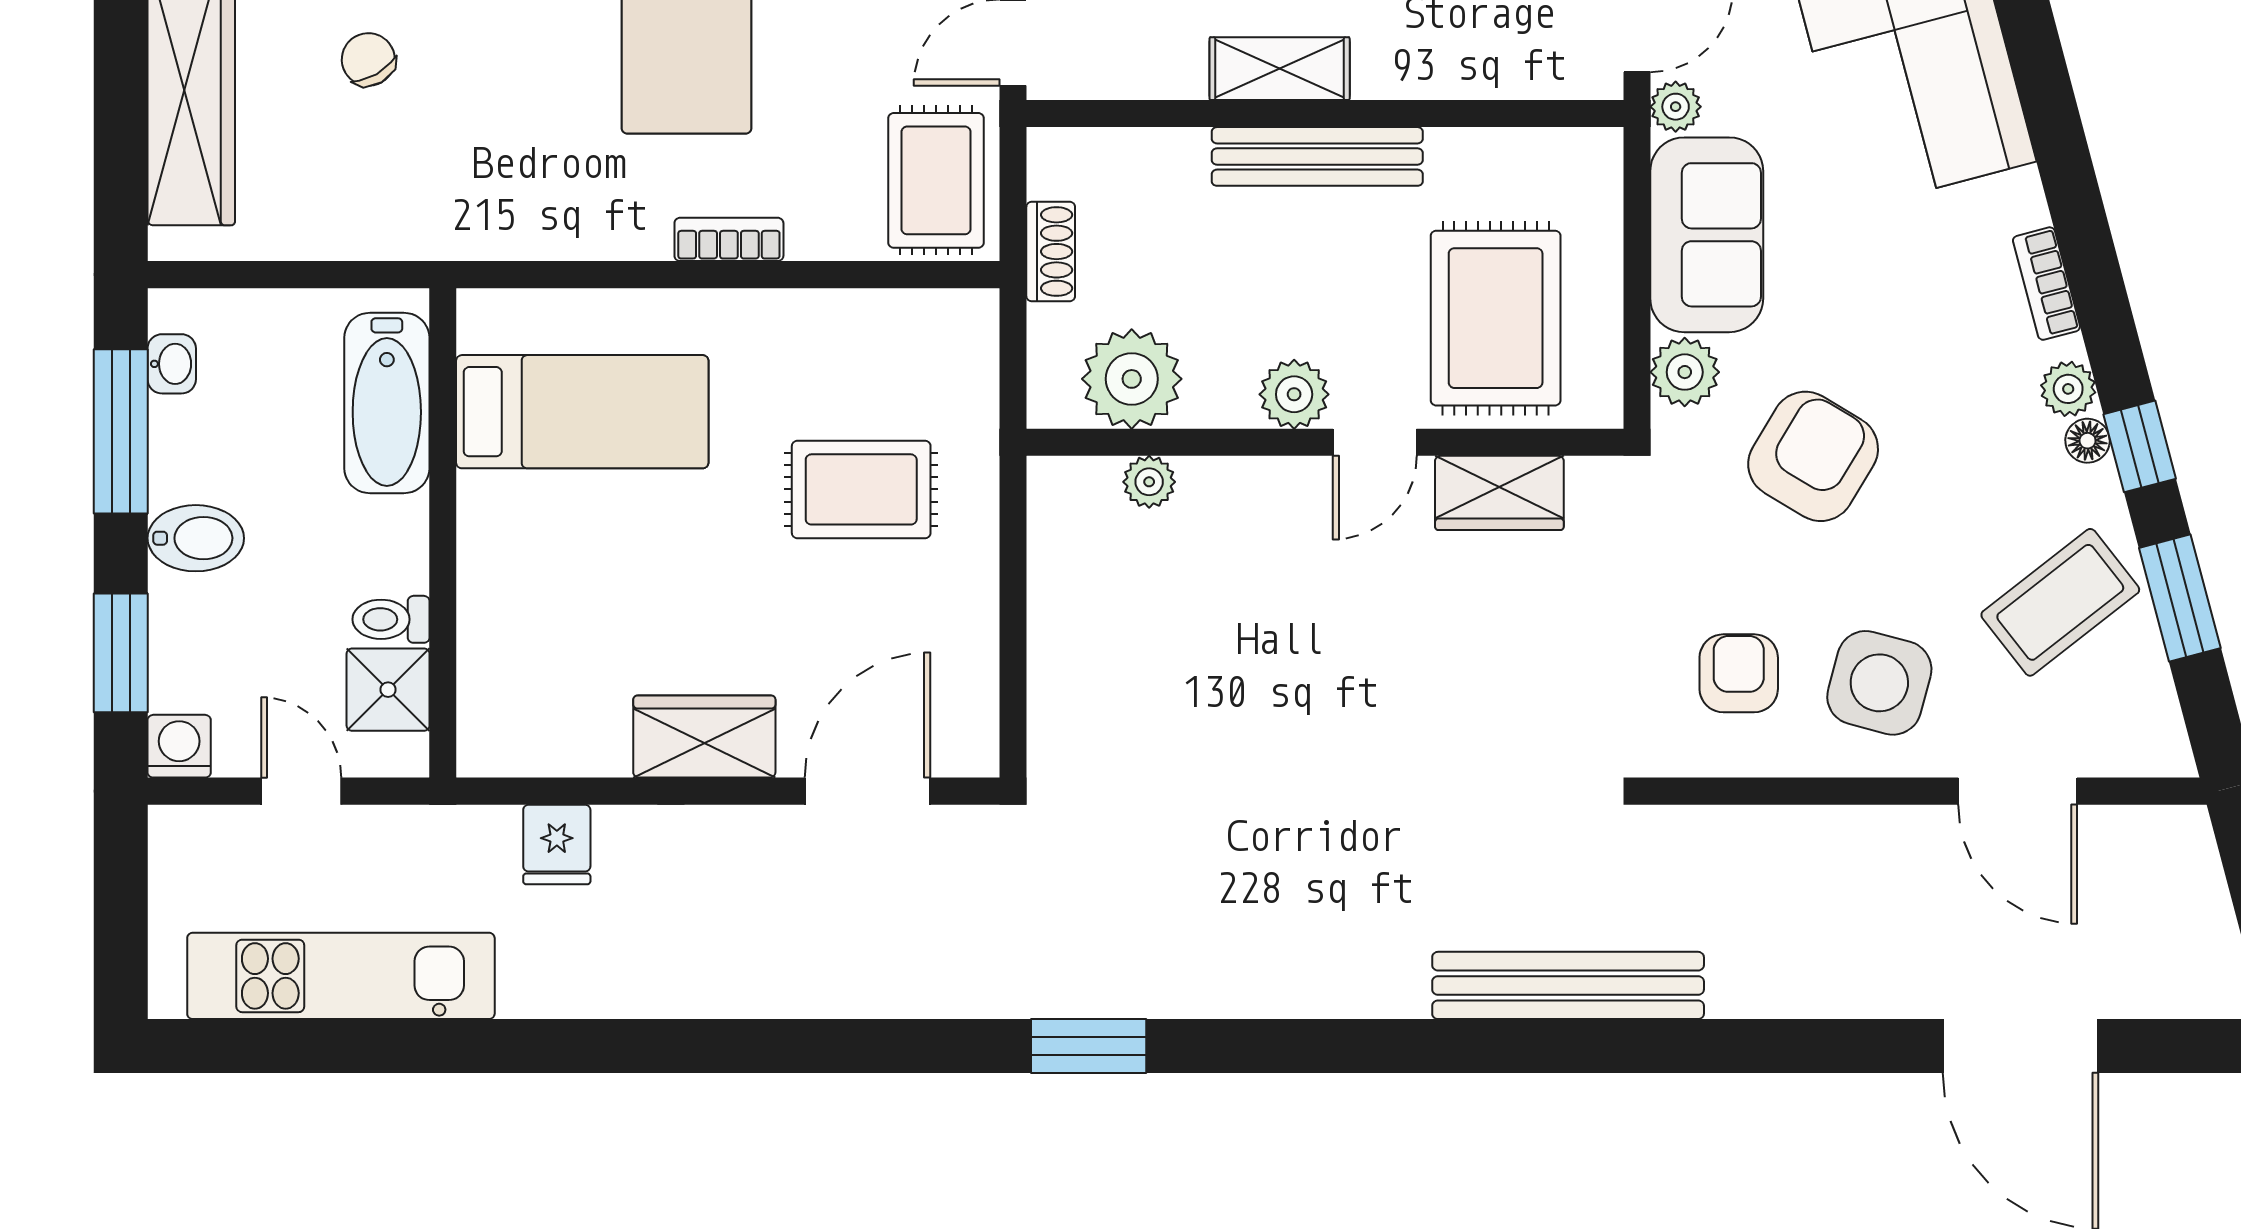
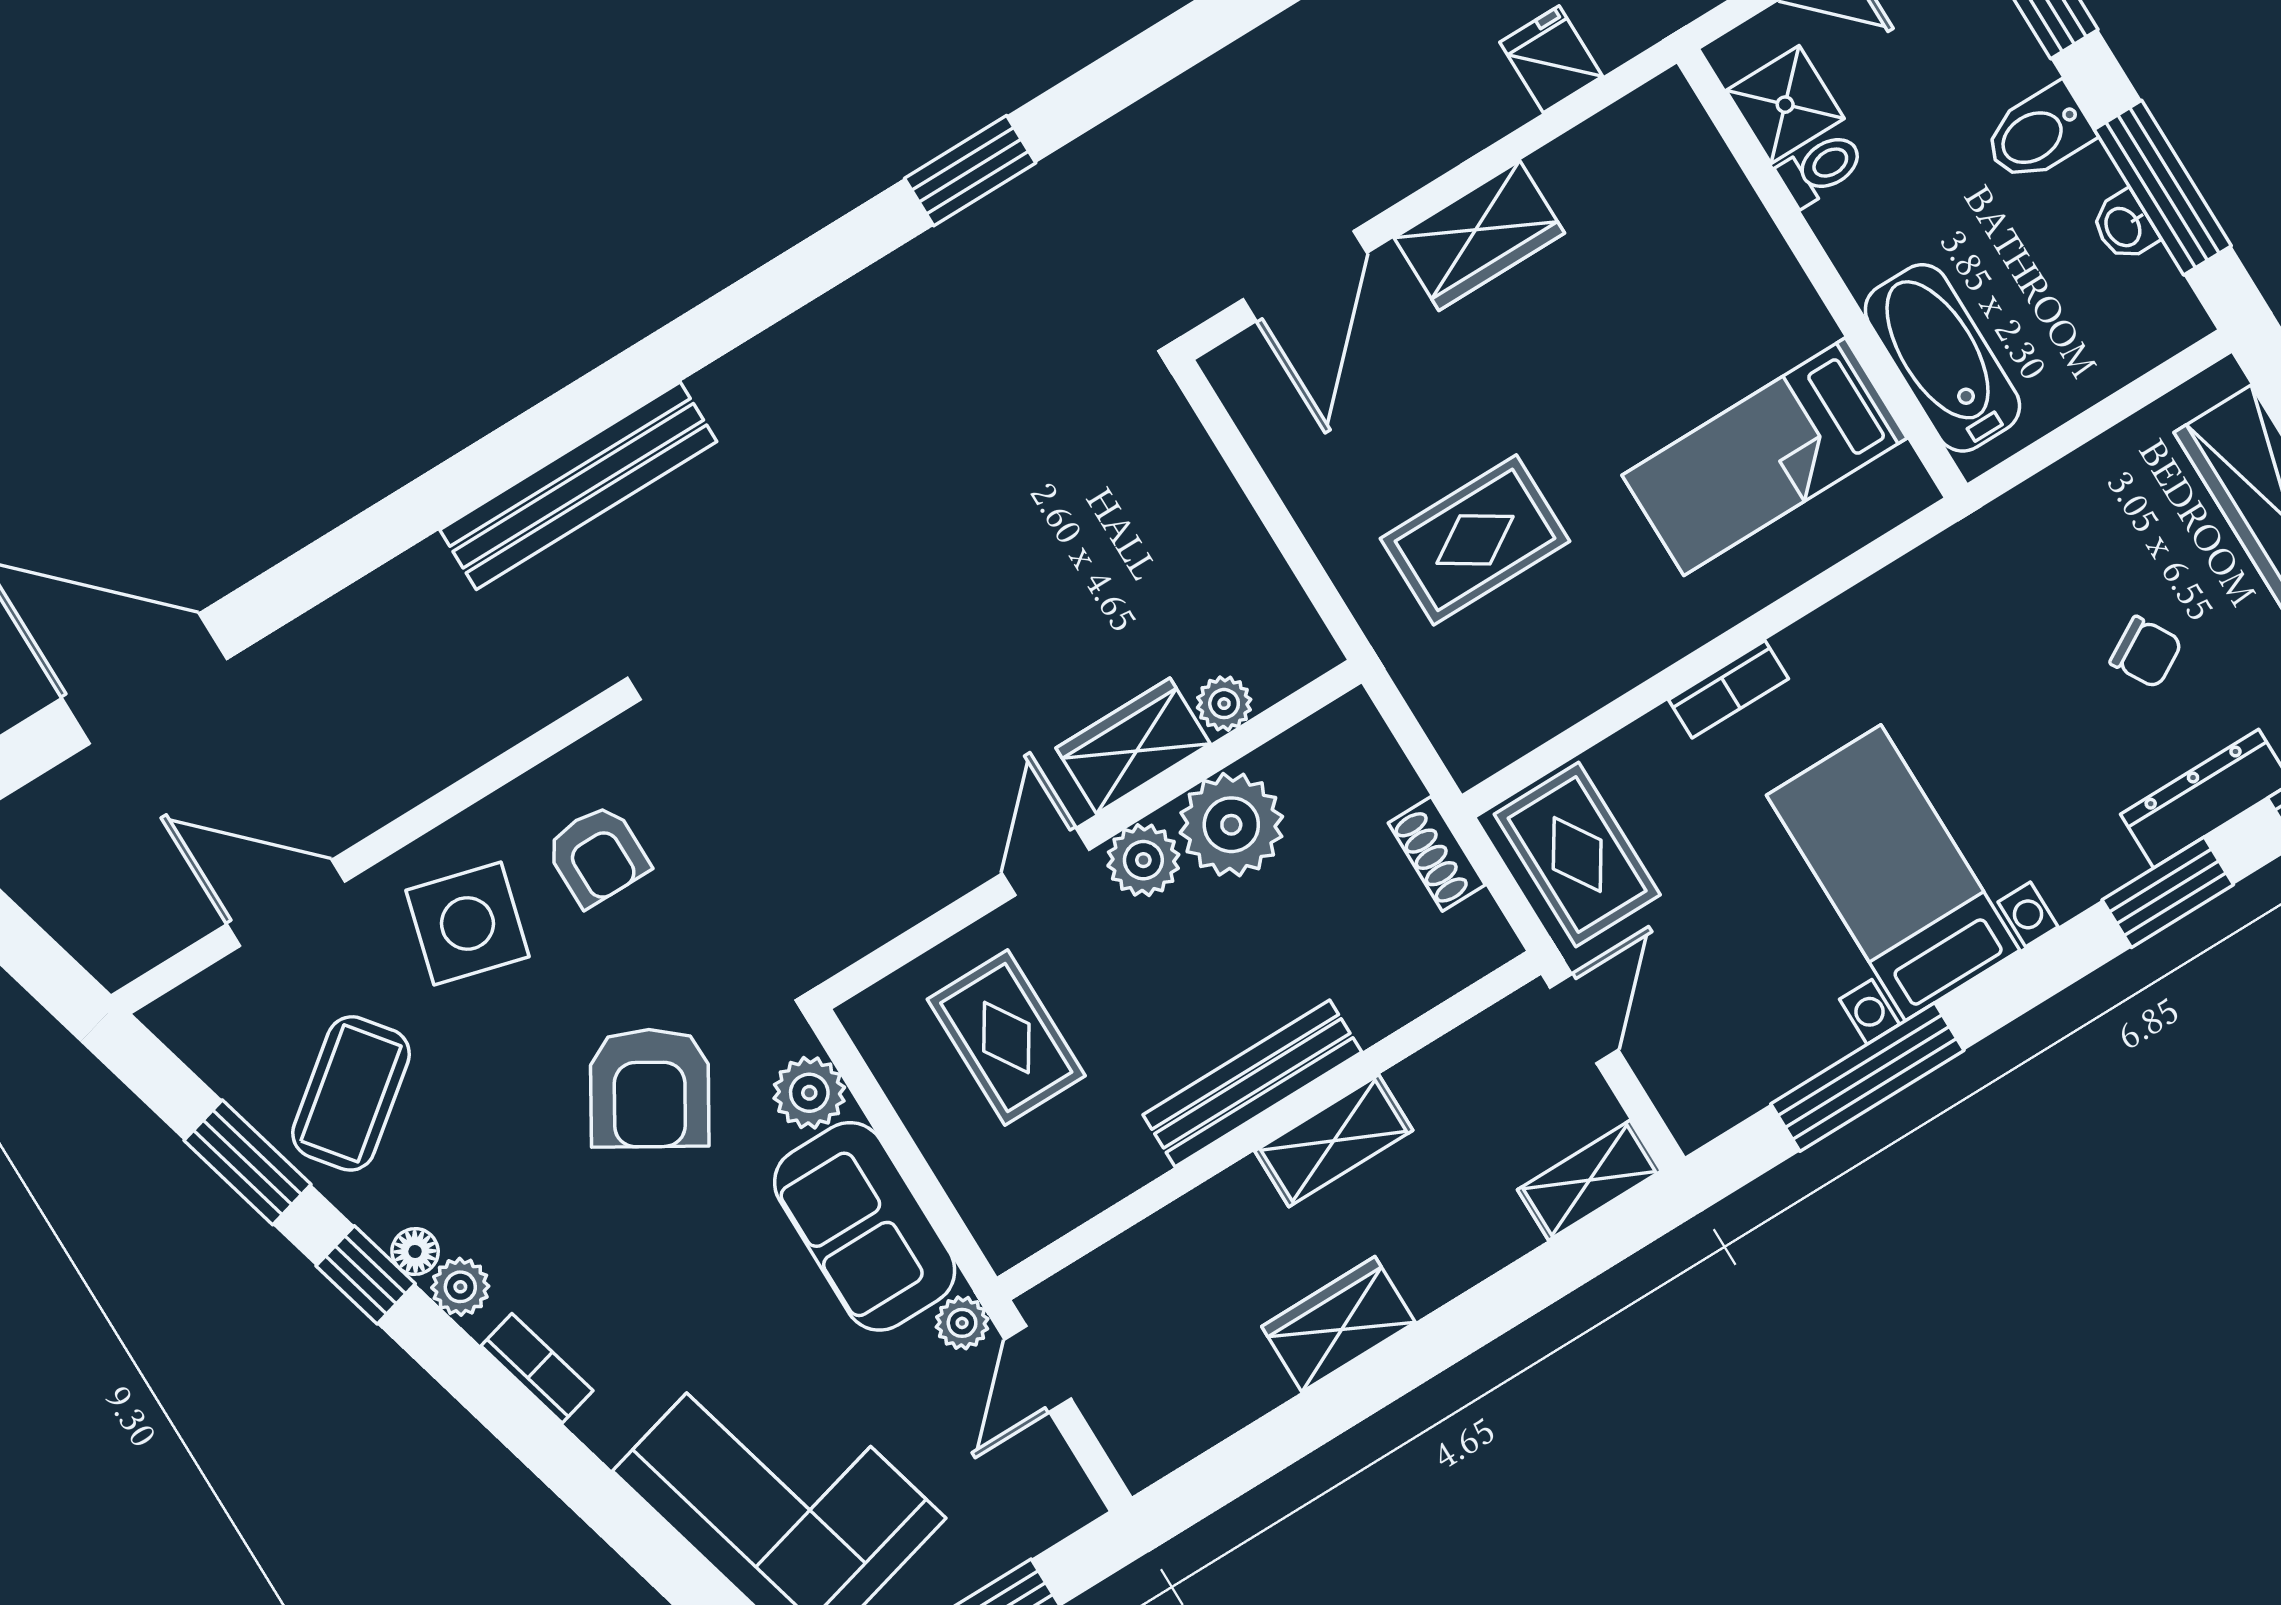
rug: (1496, 318) -> (1006, 1038), width x0.73, depth x0.70
washbasin: (172, 364) -> (2124, 226), moved
plant: (1132, 379) -> (1231, 825), moved
wardrobe: (1499, 493) -> (1133, 746), moved

